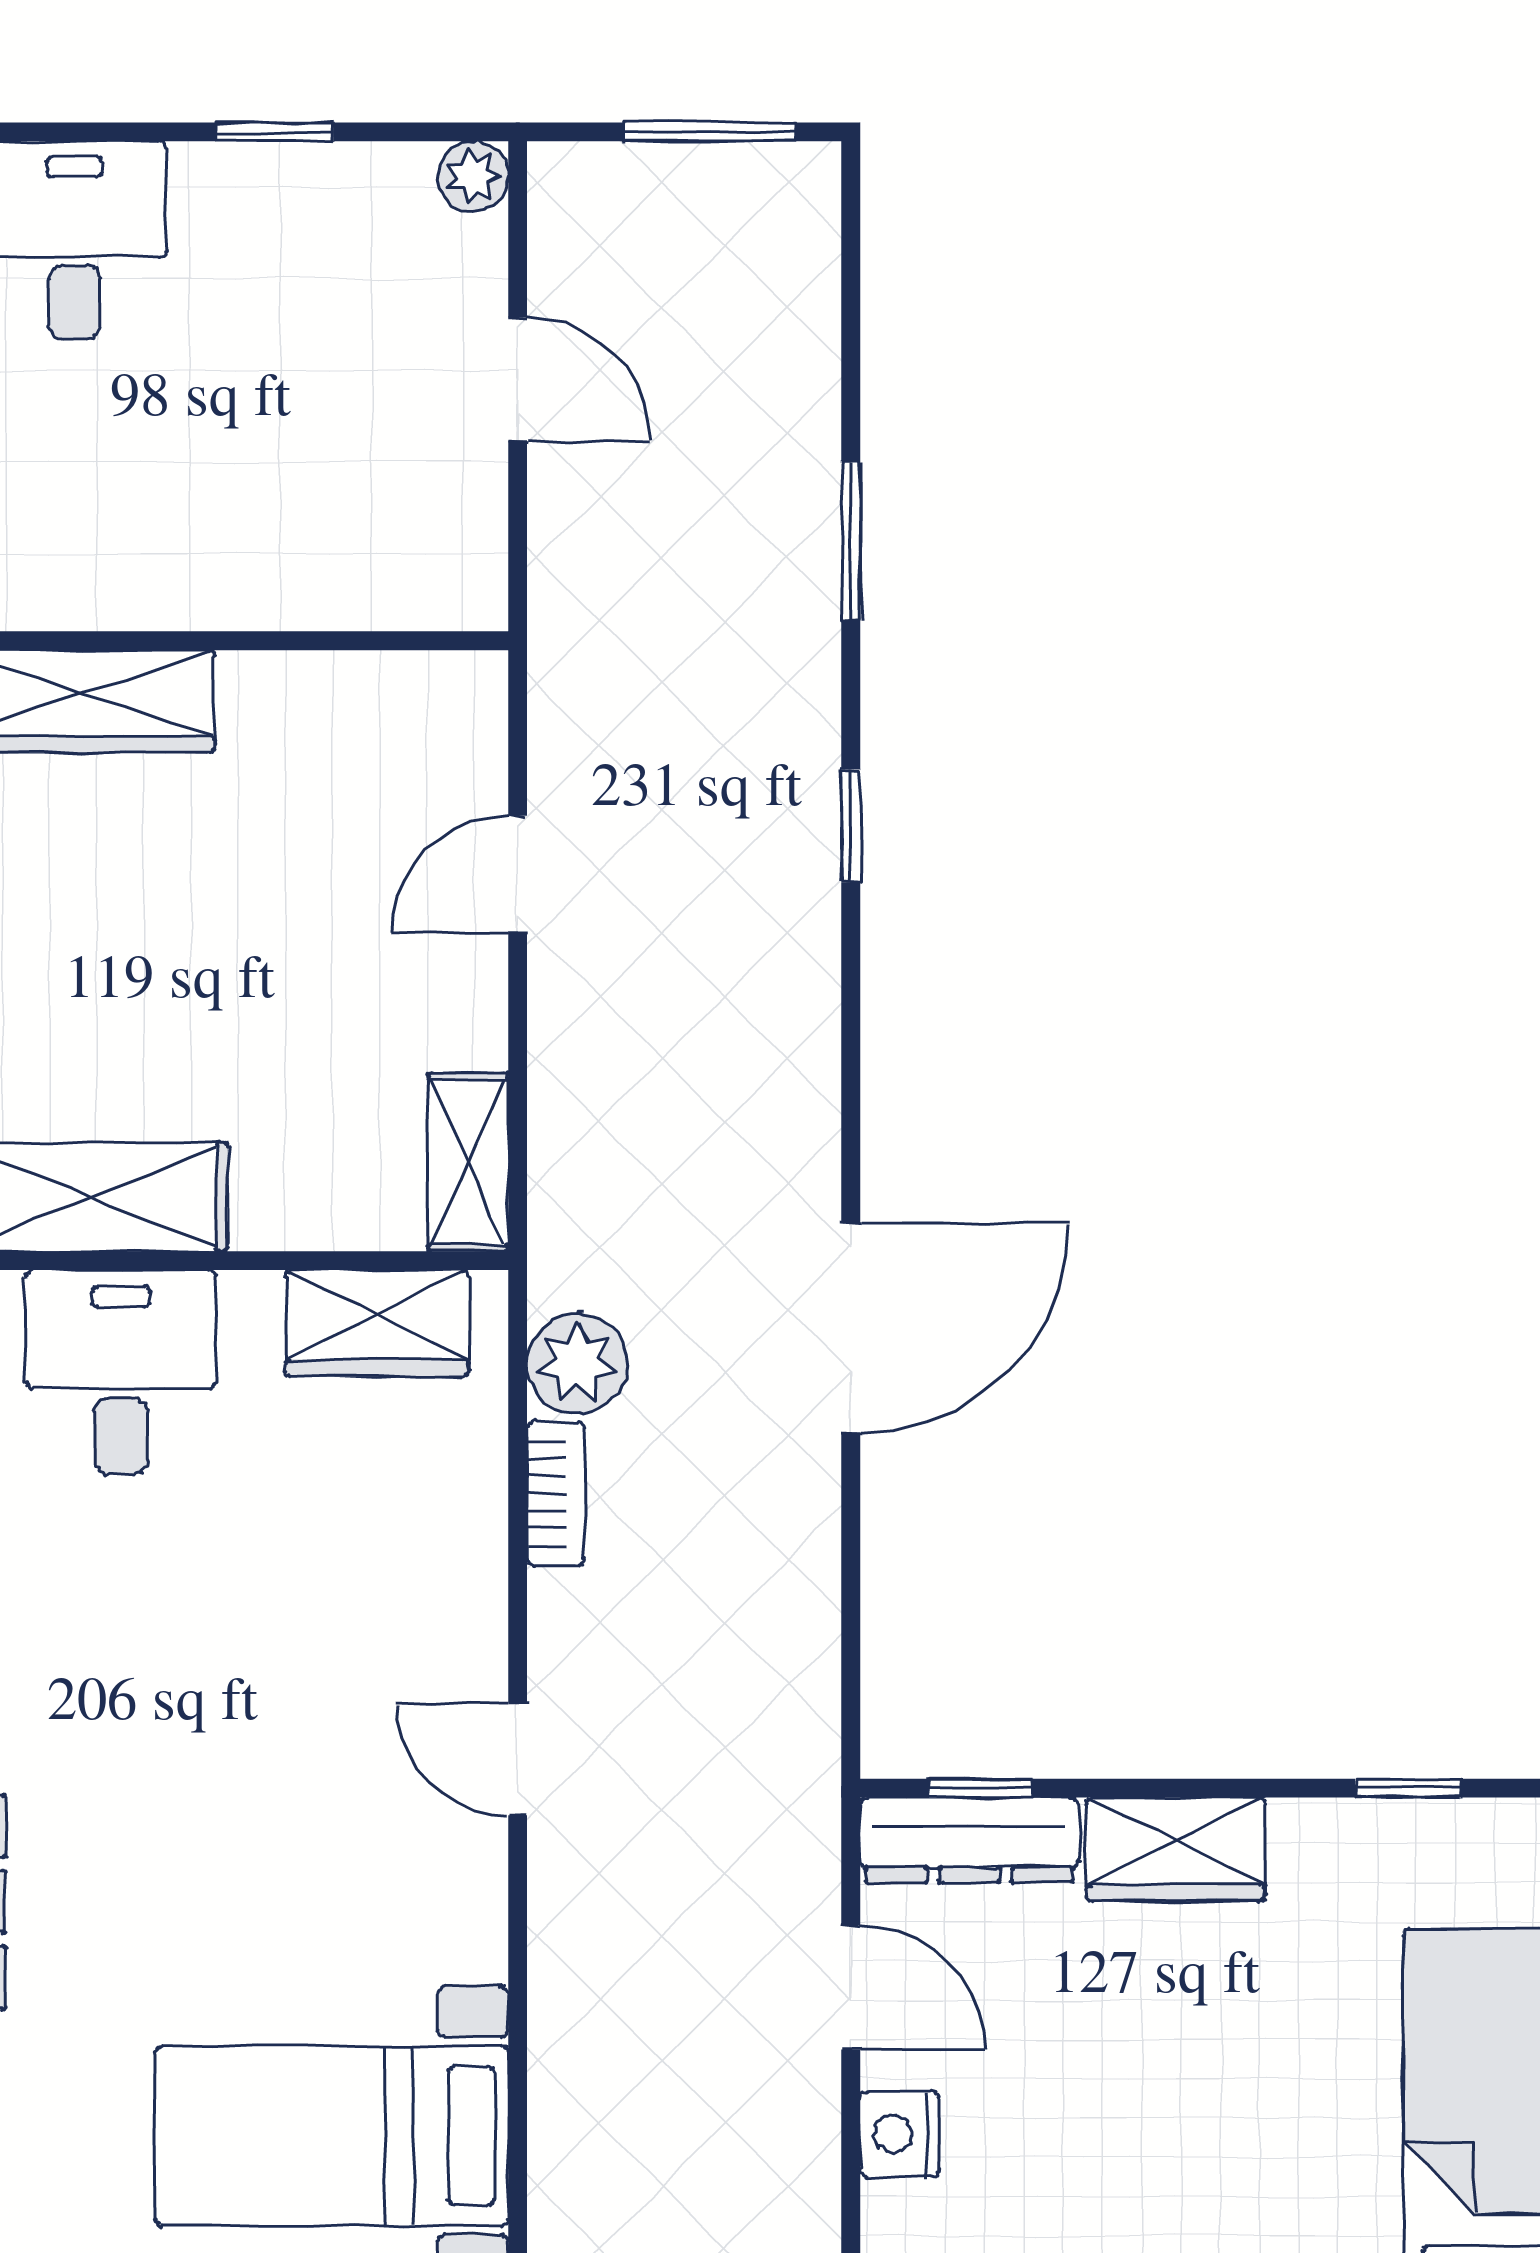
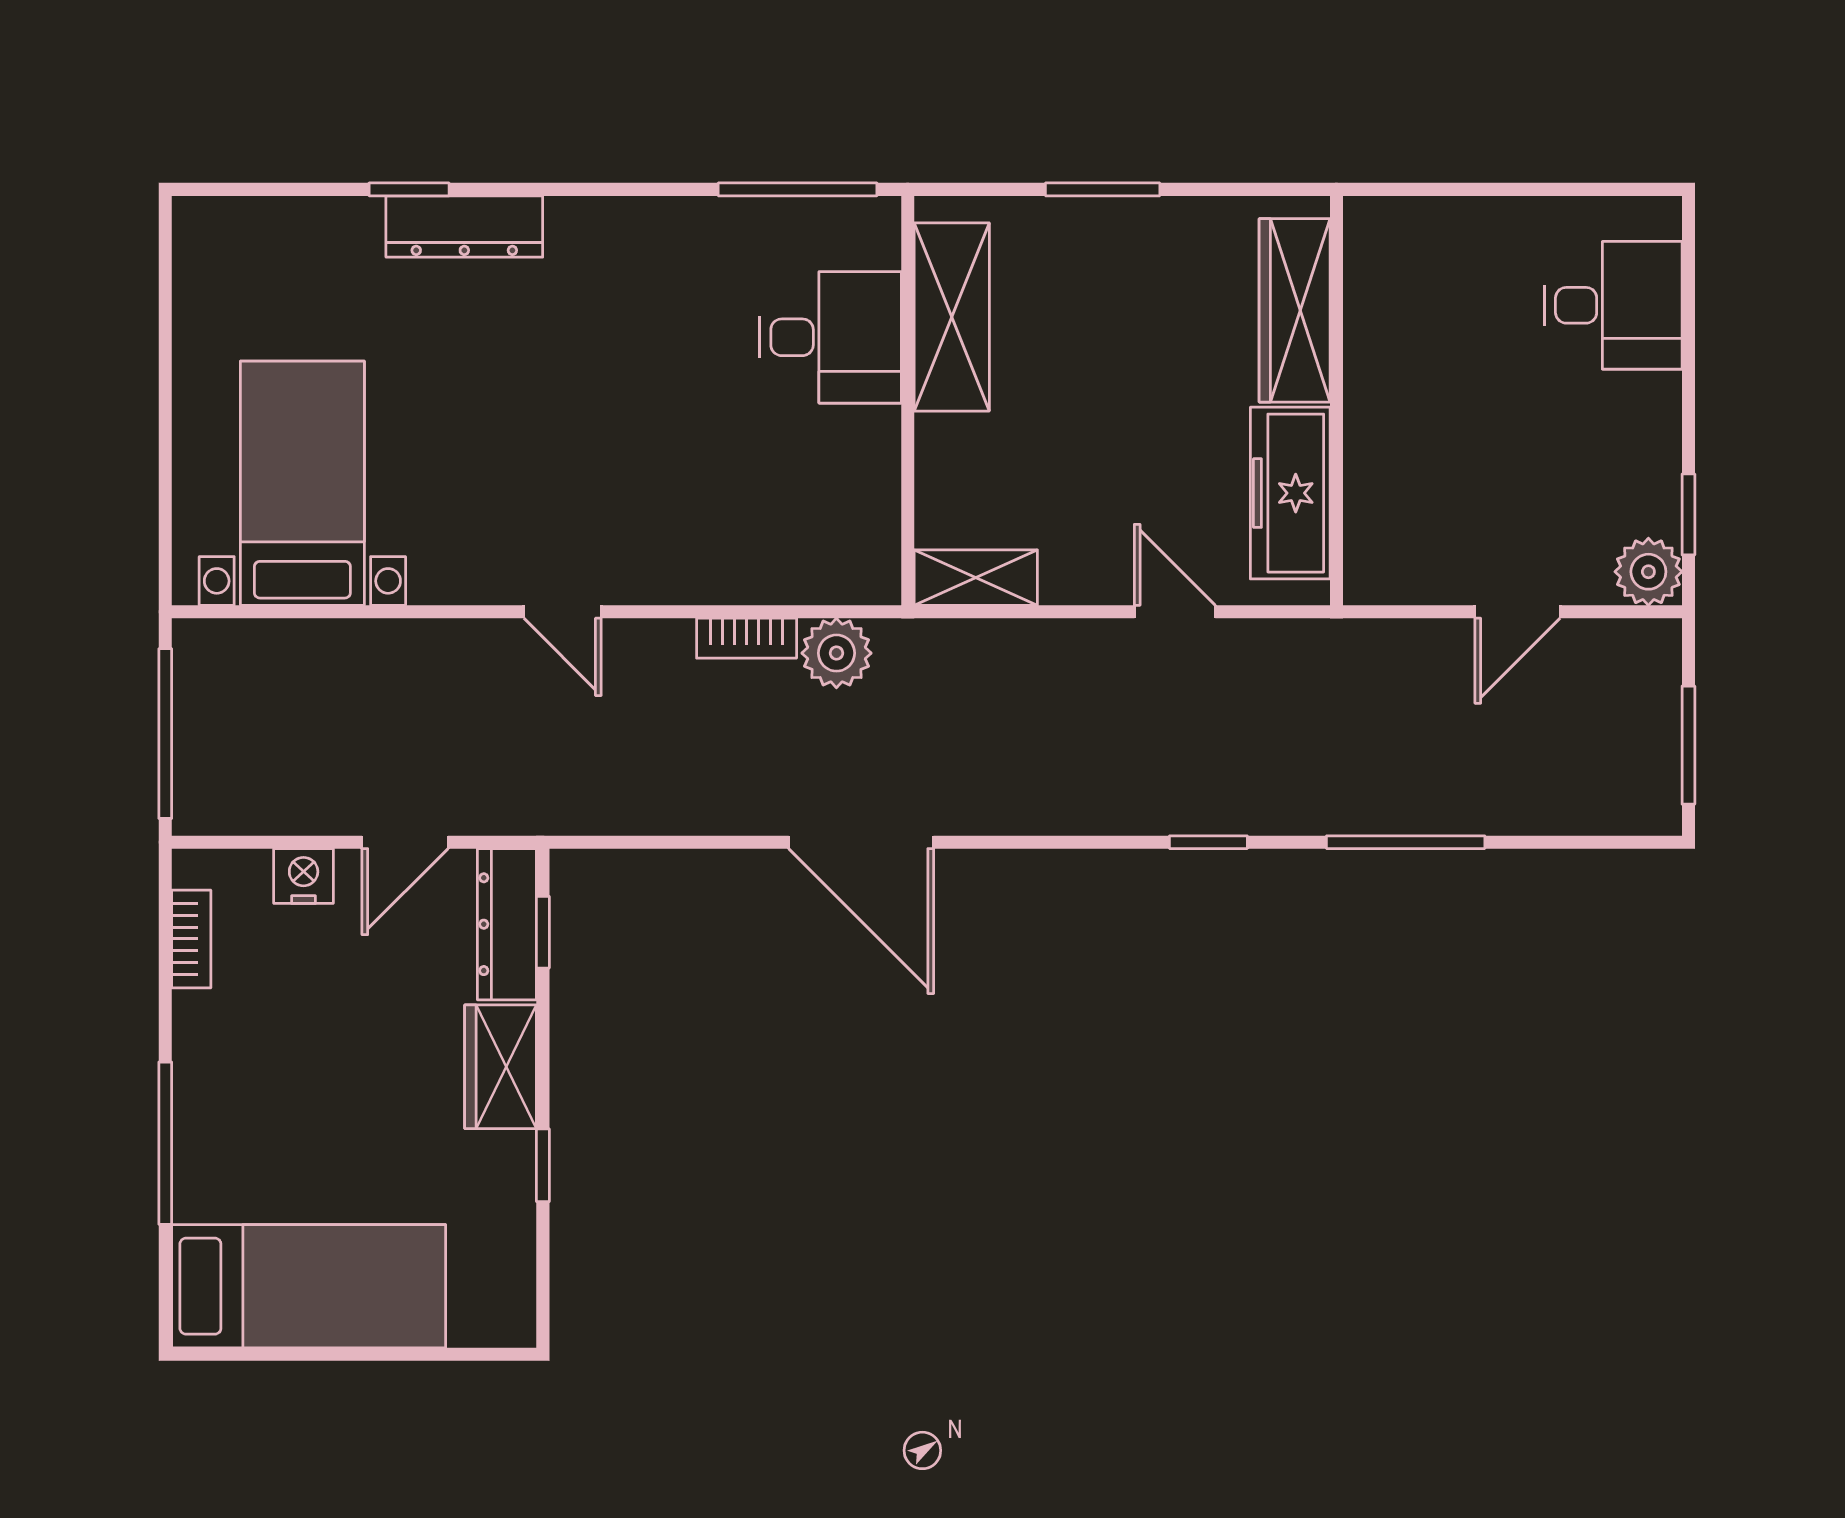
window: (274, 132) -> (1688, 514), moved
plant: (473, 176) -> (1648, 572), width x1.38, depth x1.38
window: (851, 541) -> (1406, 842), width x1.44
freezer: (346, 708) -> (1290, 493), added
wardrobe: (377, 1323) -> (865, 514), removed
door: (518, 1760) -> (563, 612), swing flipped
window: (1408, 1788) -> (543, 1165), moved

